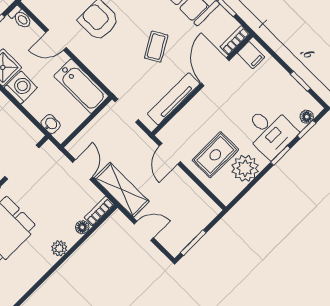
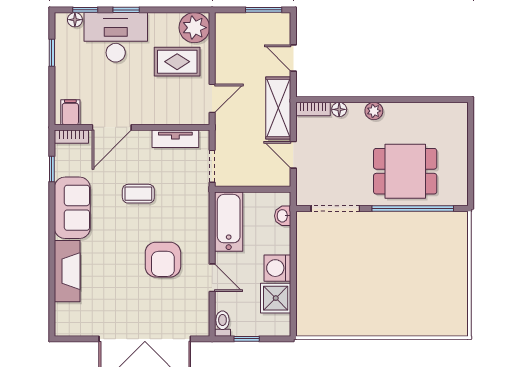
coffee table: (156, 47) -> (138, 194), turned 30
tv unit: (174, 99) -> (175, 139), width x0.71
desk: (270, 131) -> (116, 37), width x1.37
plant: (245, 168) -> (194, 28), moved
door: (83, 170) -> (293, 155), hinge flipped

